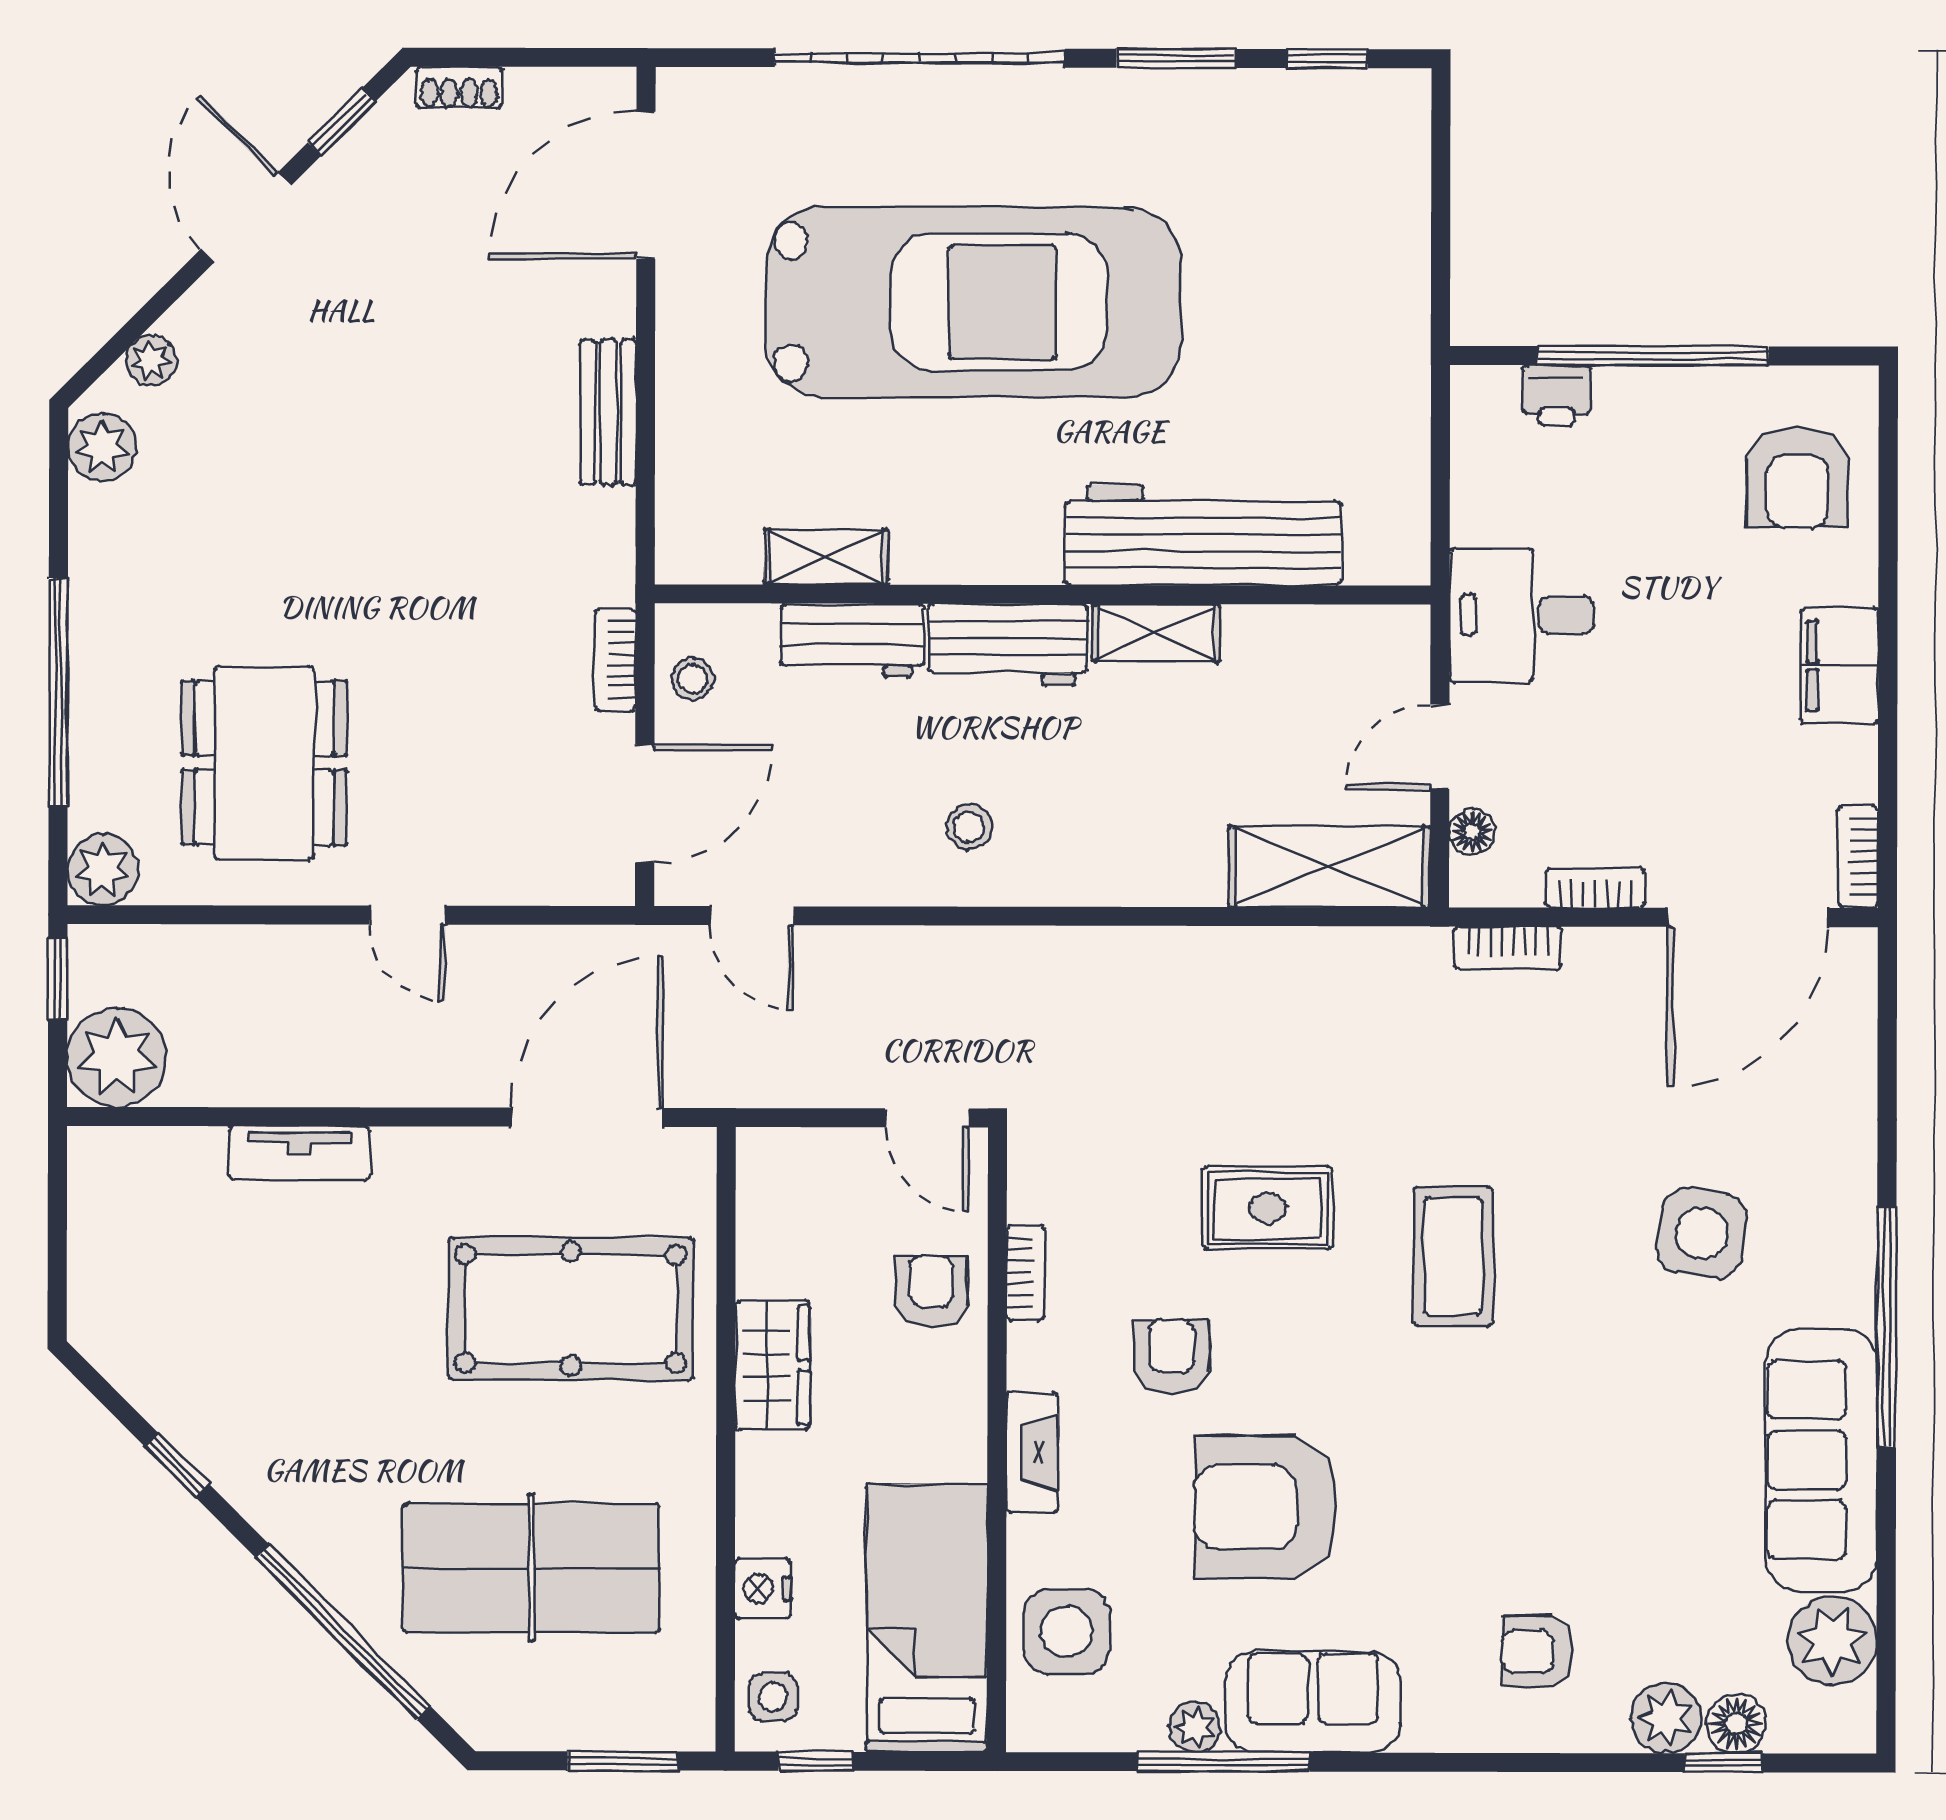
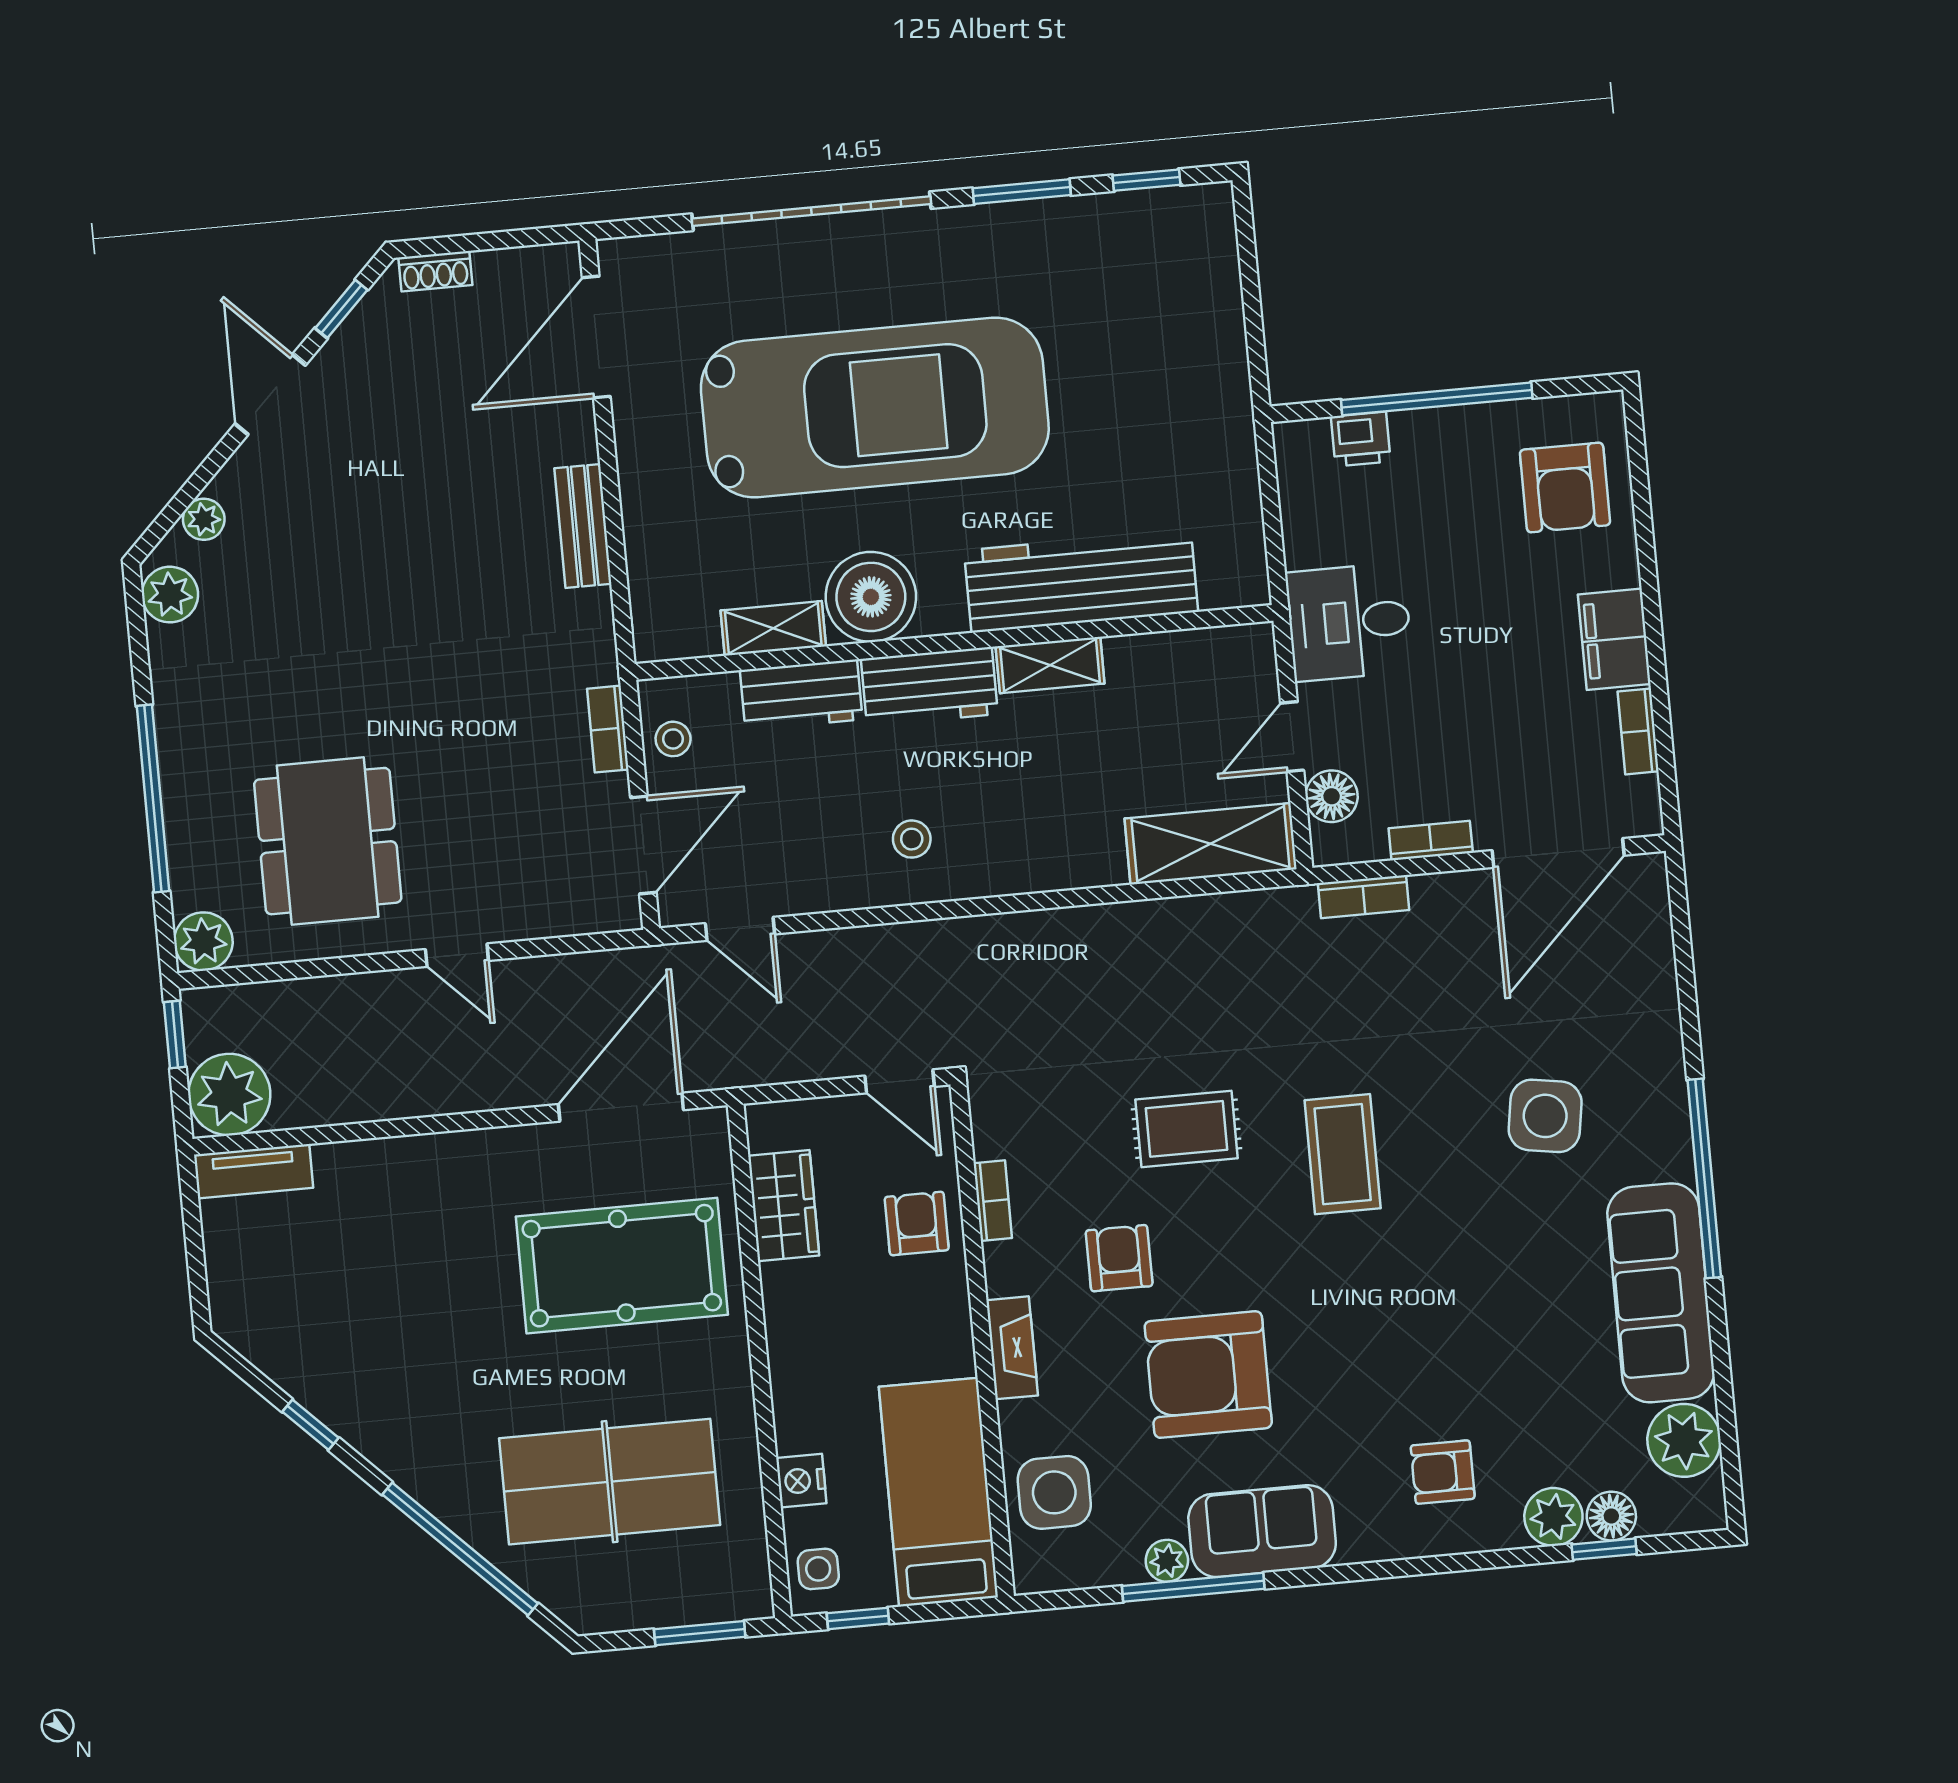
boiler: (947, 530) -> (871, 597), added
floor lamp: (1472, 832) -> (1332, 796), width x1.37, depth x1.37
bookcase: (1858, 857) -> (1638, 731), moved
tv unit: (299, 1153) -> (254, 1171), moved
wardrobe: (773, 1365) -> (784, 1206), moved

